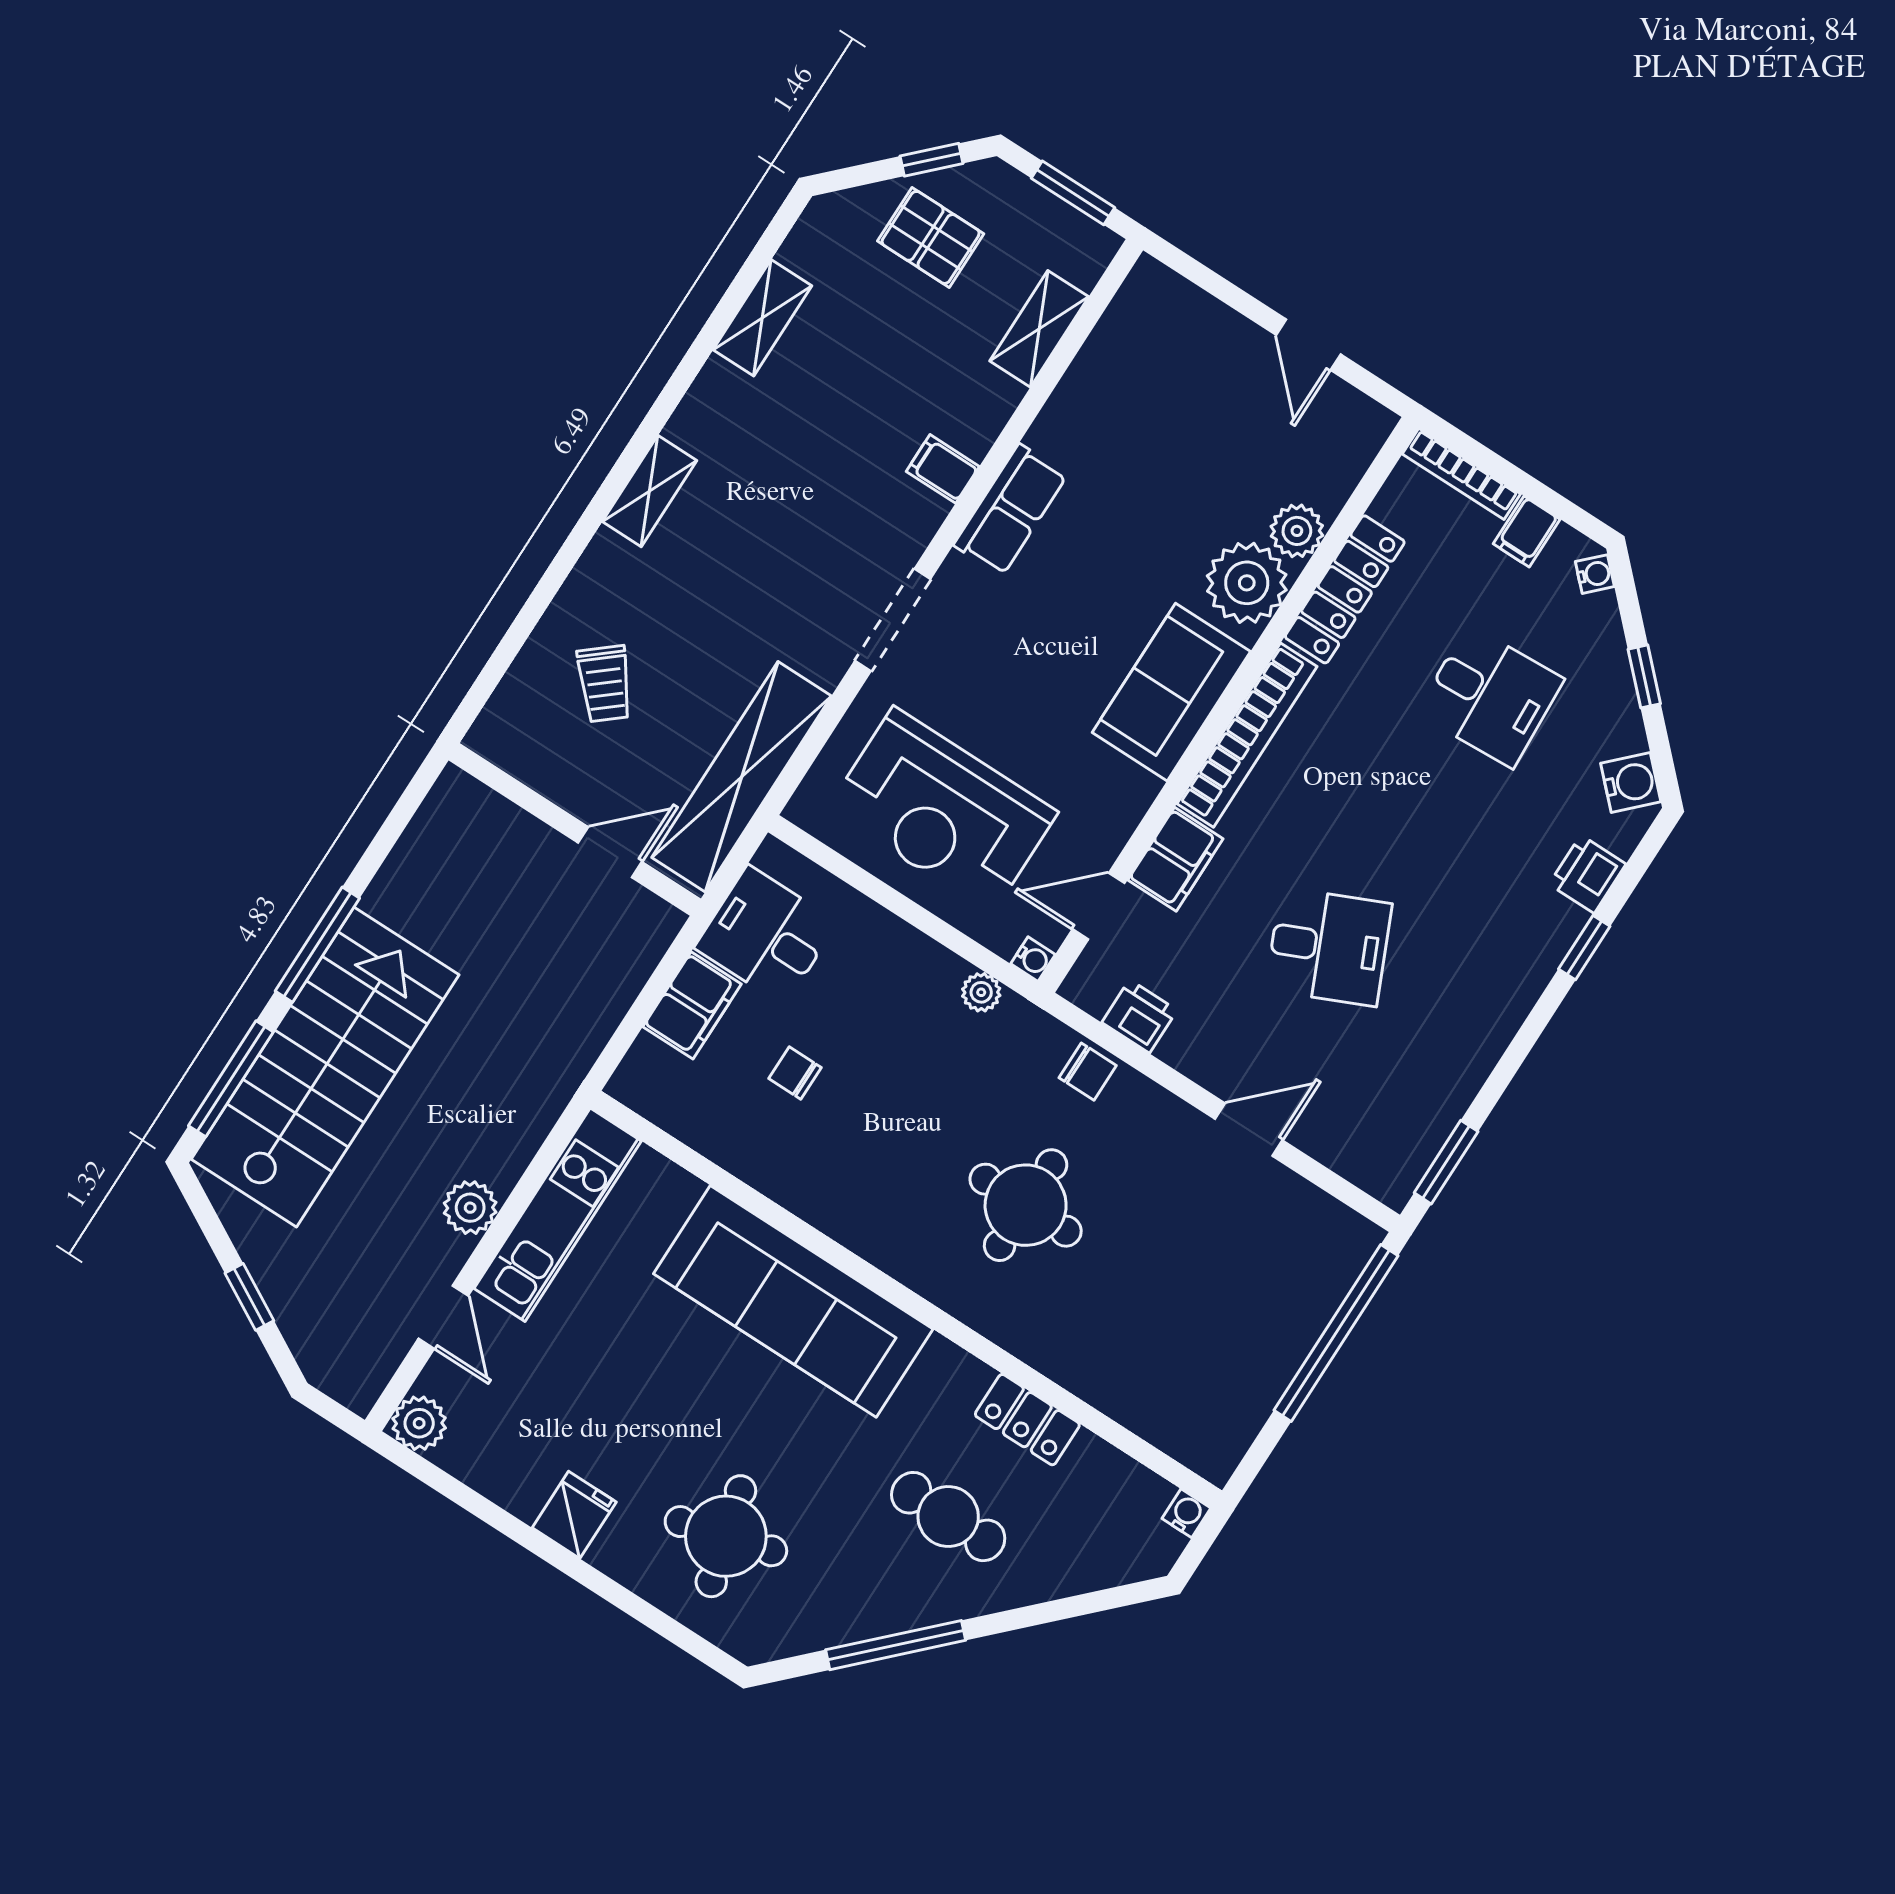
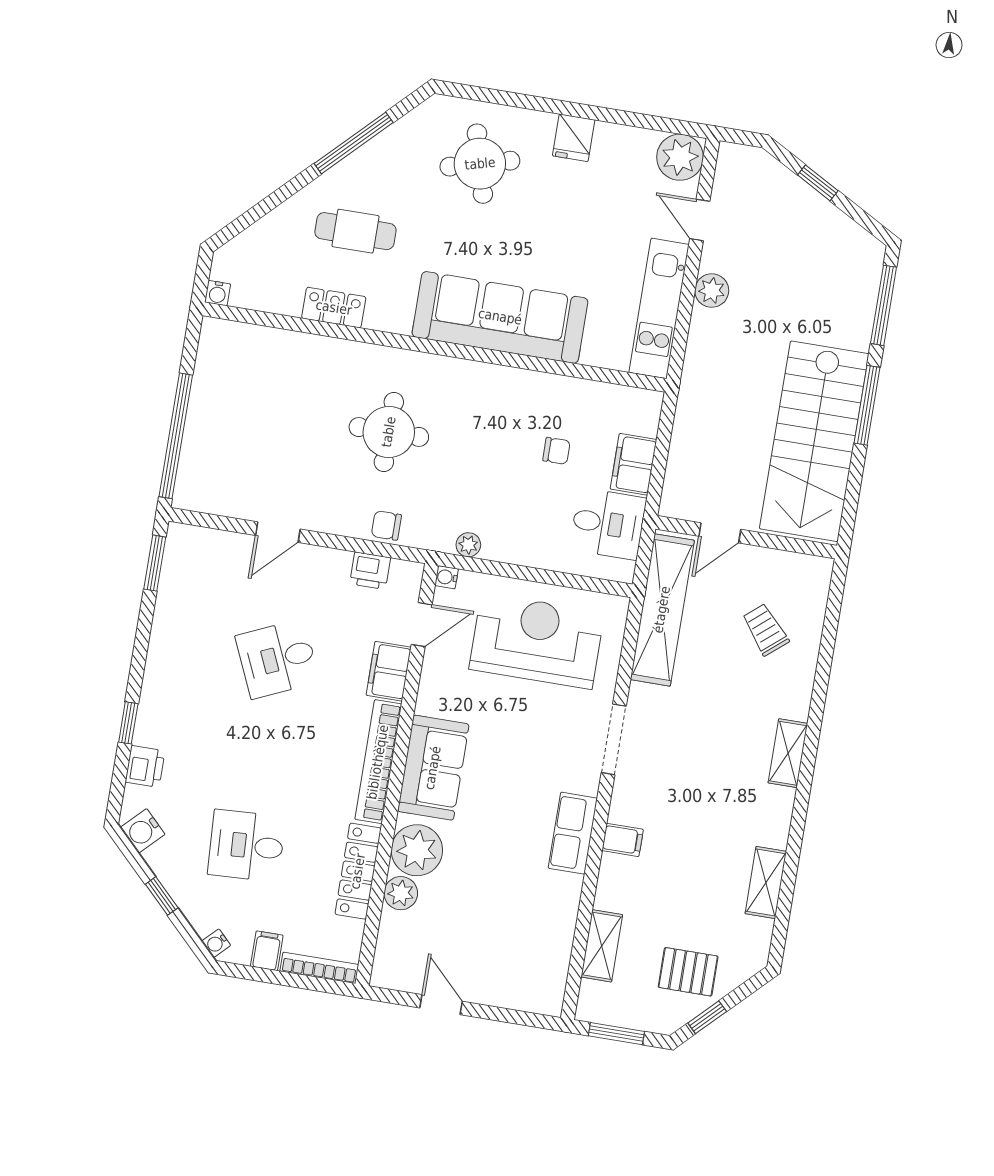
stairs: (325, 1067) -> (814, 441), moved
plant: (419, 1423) -> (680, 157), width x1.36, depth x1.36

